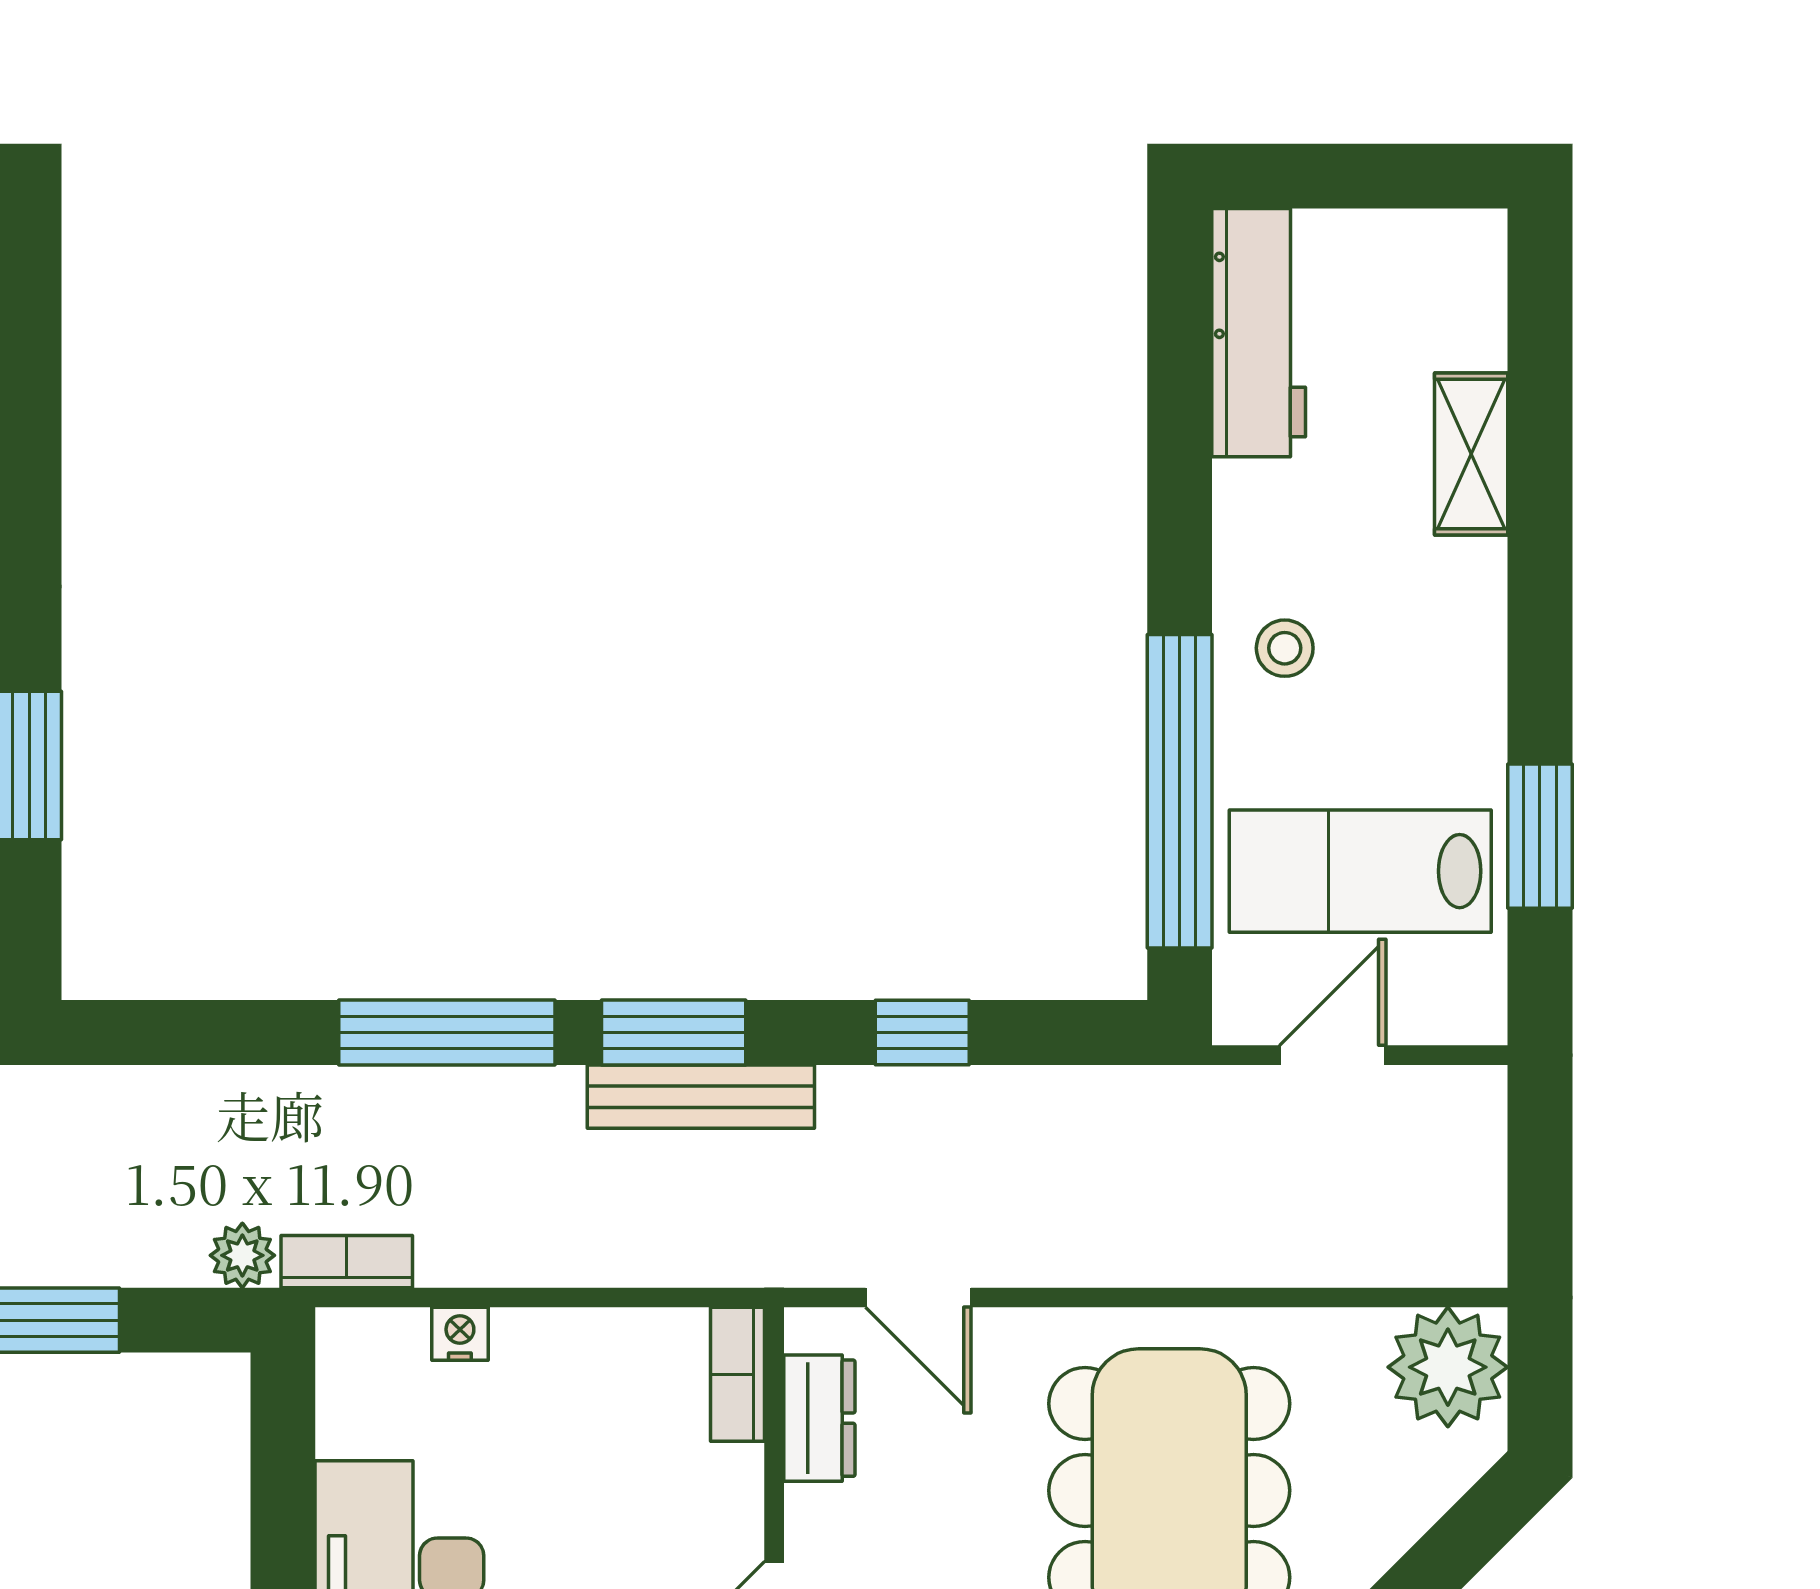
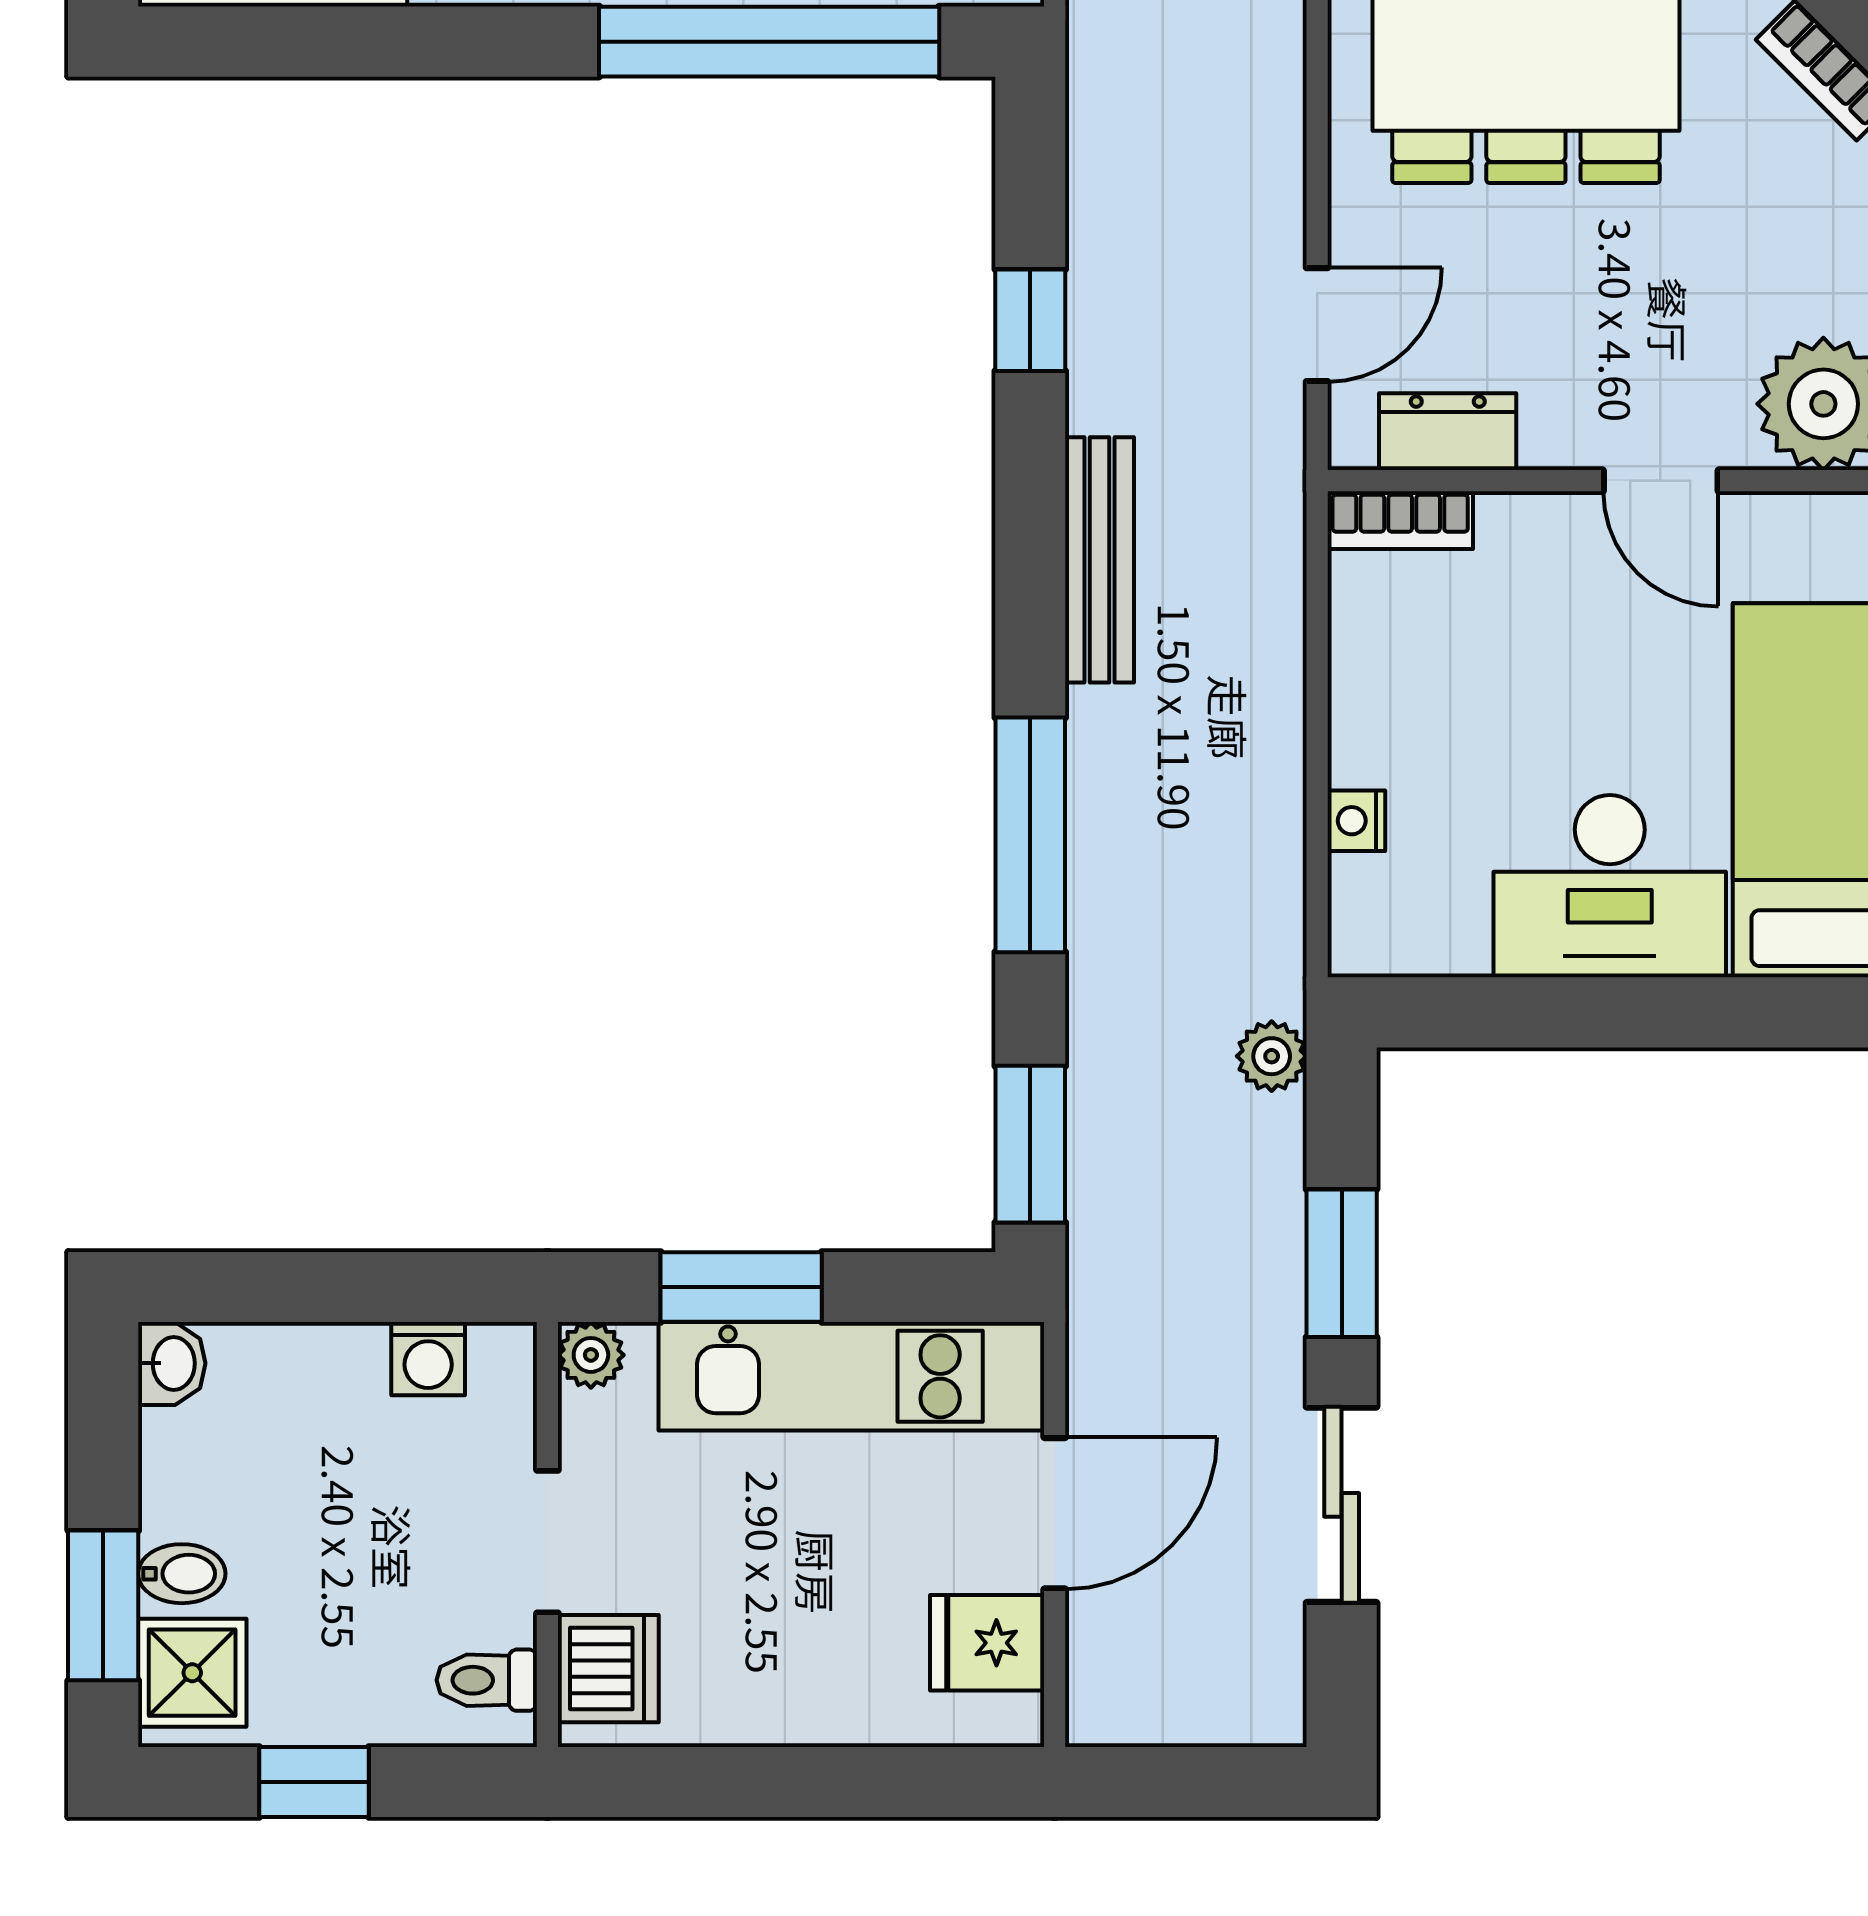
window: (674, 1032) -> (1030, 1144), moved
bookcase: (347, 1262) -> (1278, 943), removed

